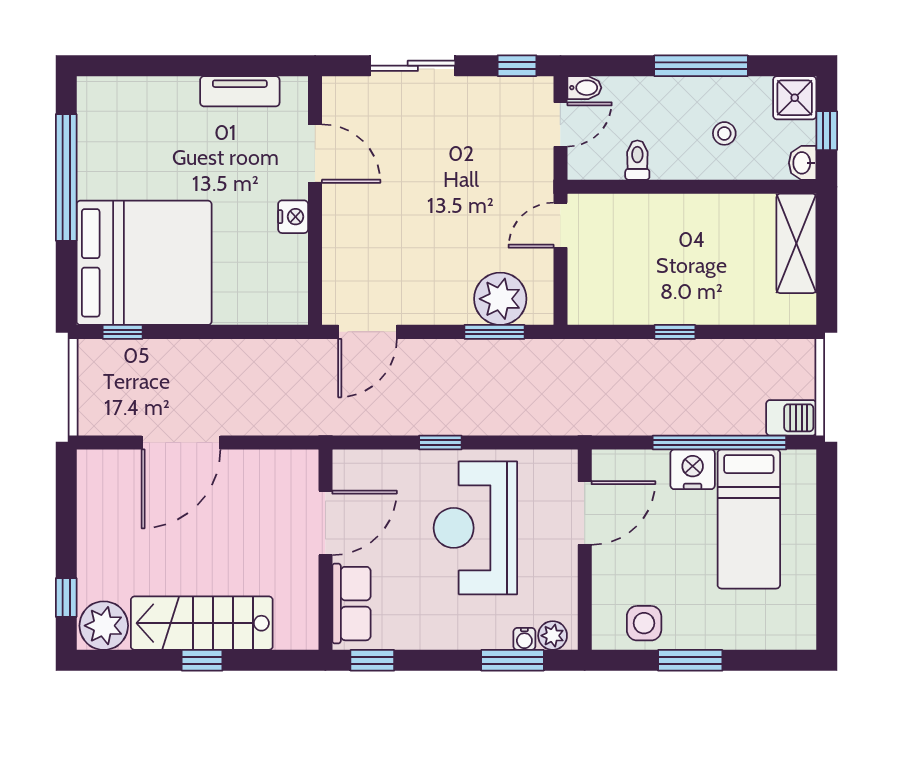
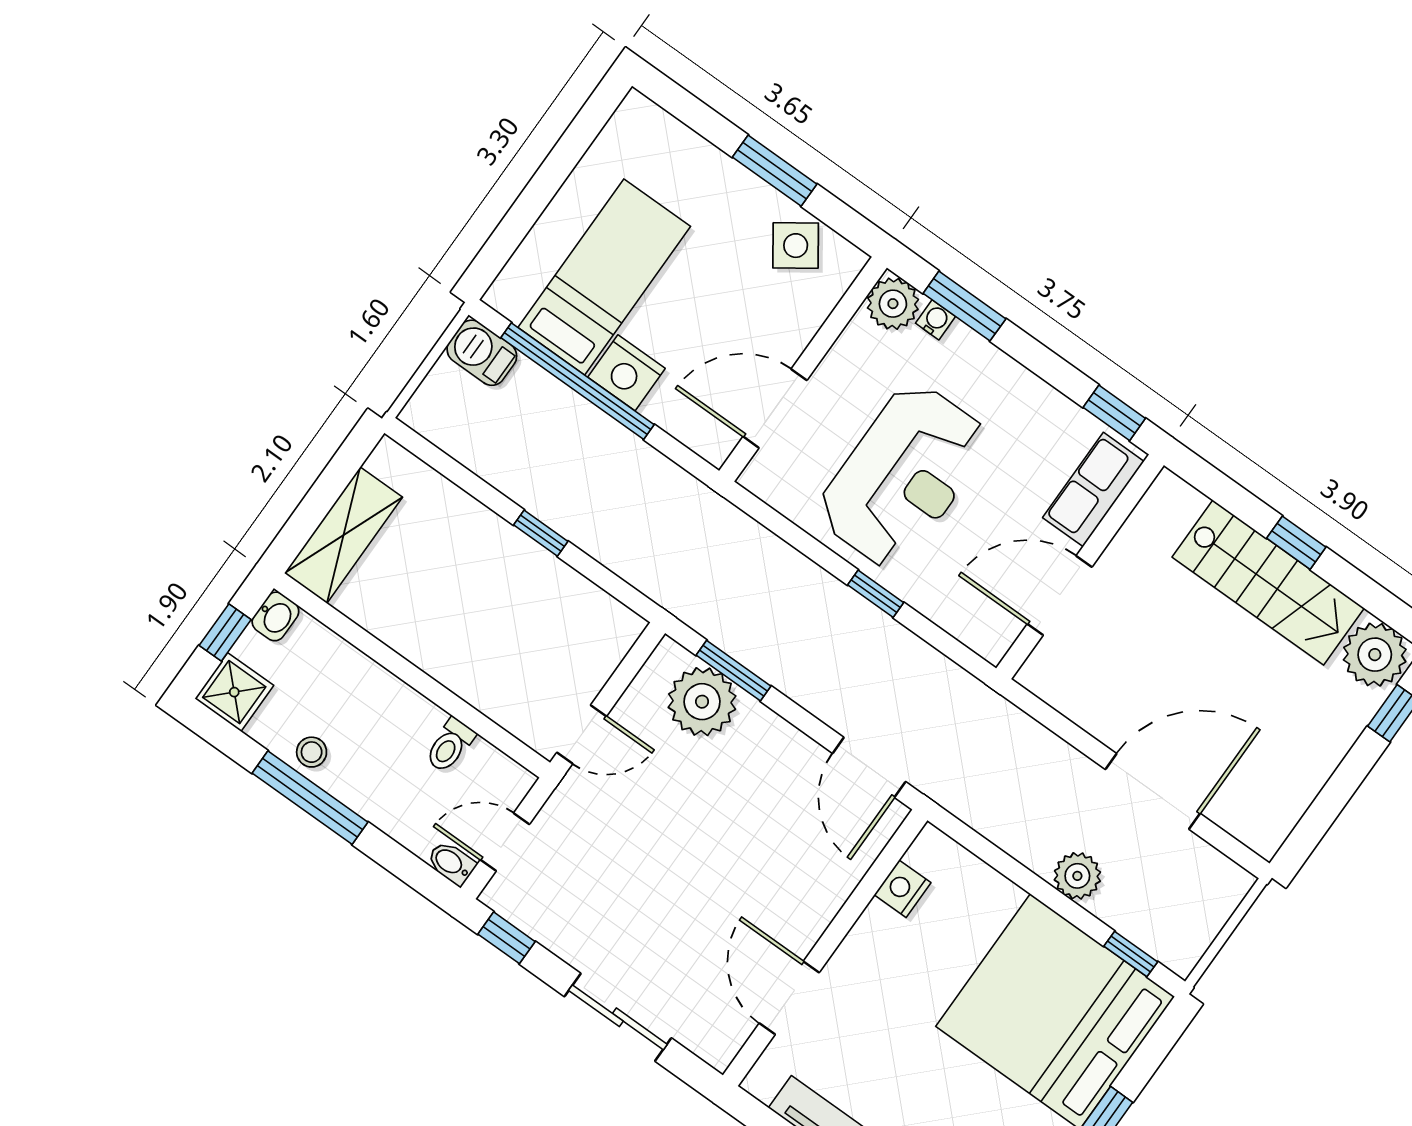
stool: (724, 133) -> (312, 752), moved
nightstand: (293, 217) -> (902, 889), moved
door: (368, 332) -> (869, 767), swing flipped
plant: (190, 357) -> (1077, 876), added
side table: (644, 623) -> (796, 246), turned -35
plant: (553, 636) -> (893, 304), width x1.38, depth x1.38

